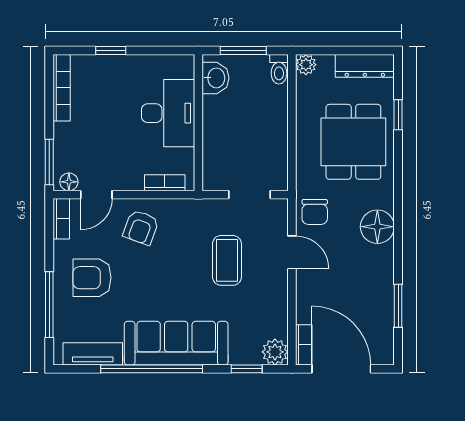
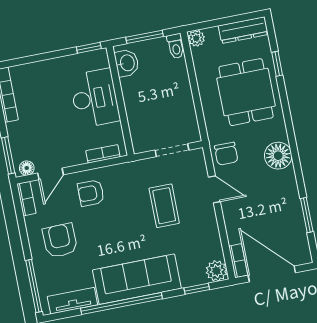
window: (111, 51) -> (89, 48), moved
armchair: (141, 227) -> (91, 193), turned 70
armchair: (92, 278) -> (60, 240), turned 89
window: (49, 305) -> (34, 286), moved

